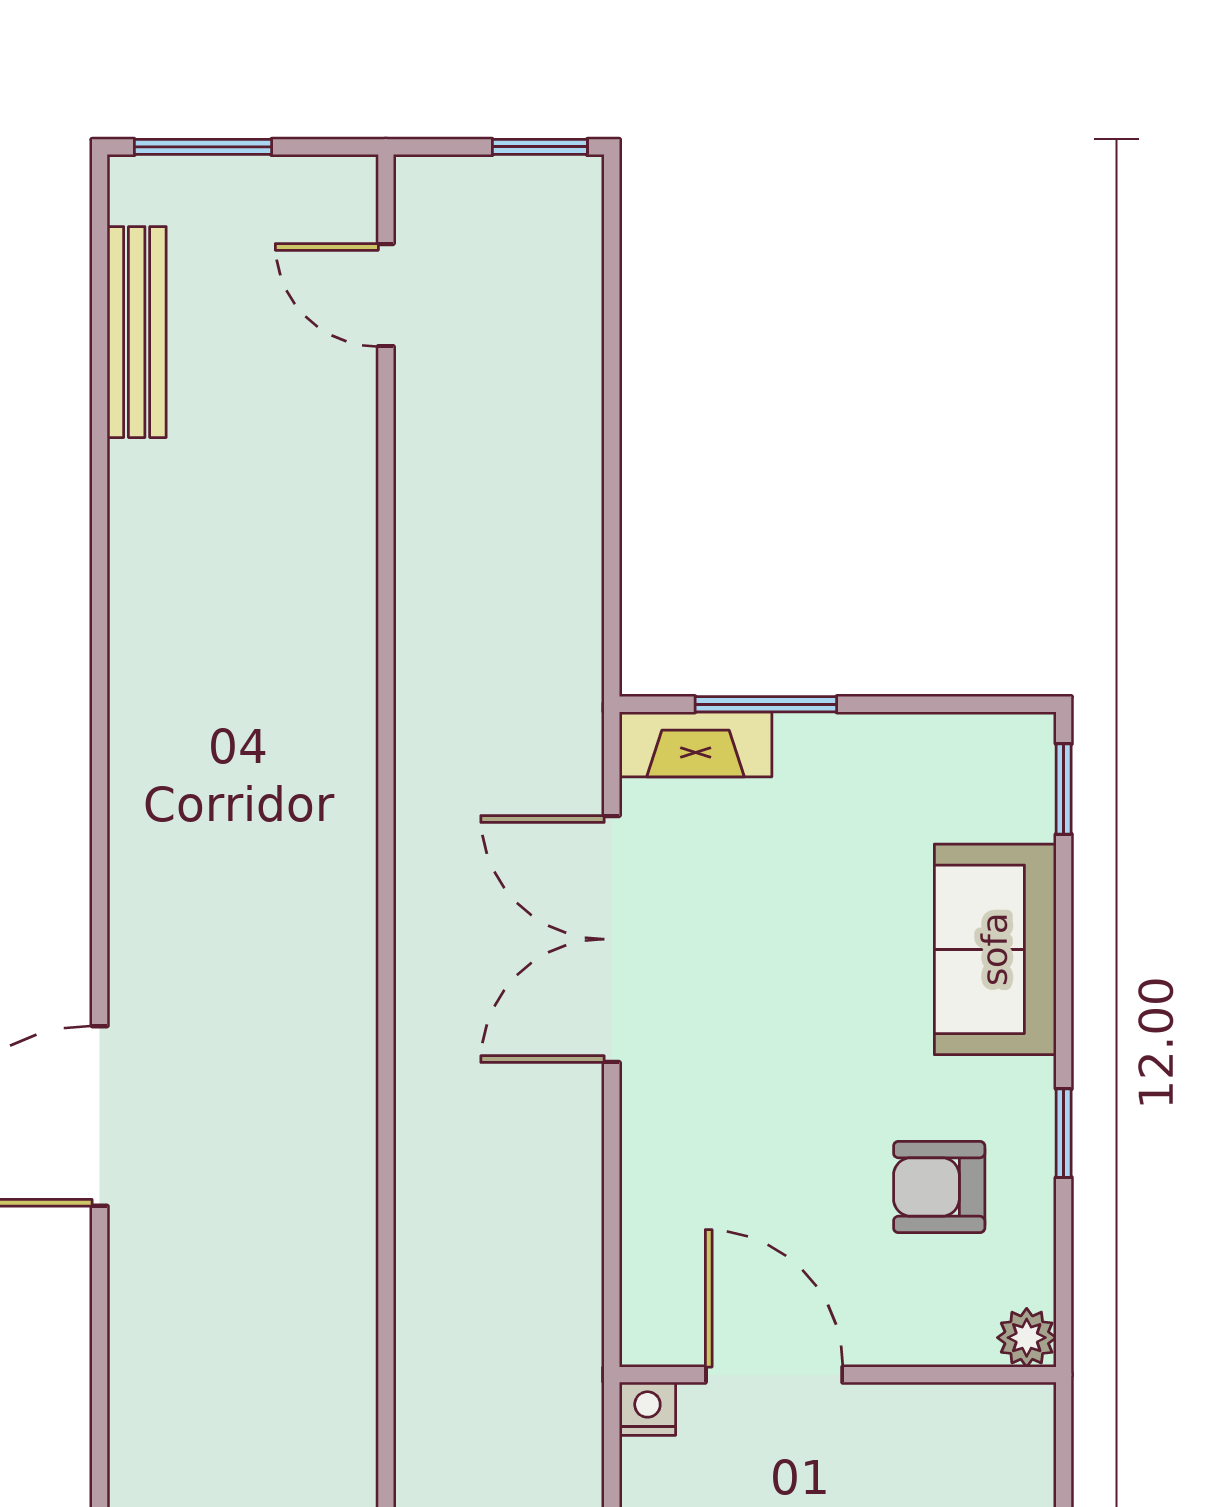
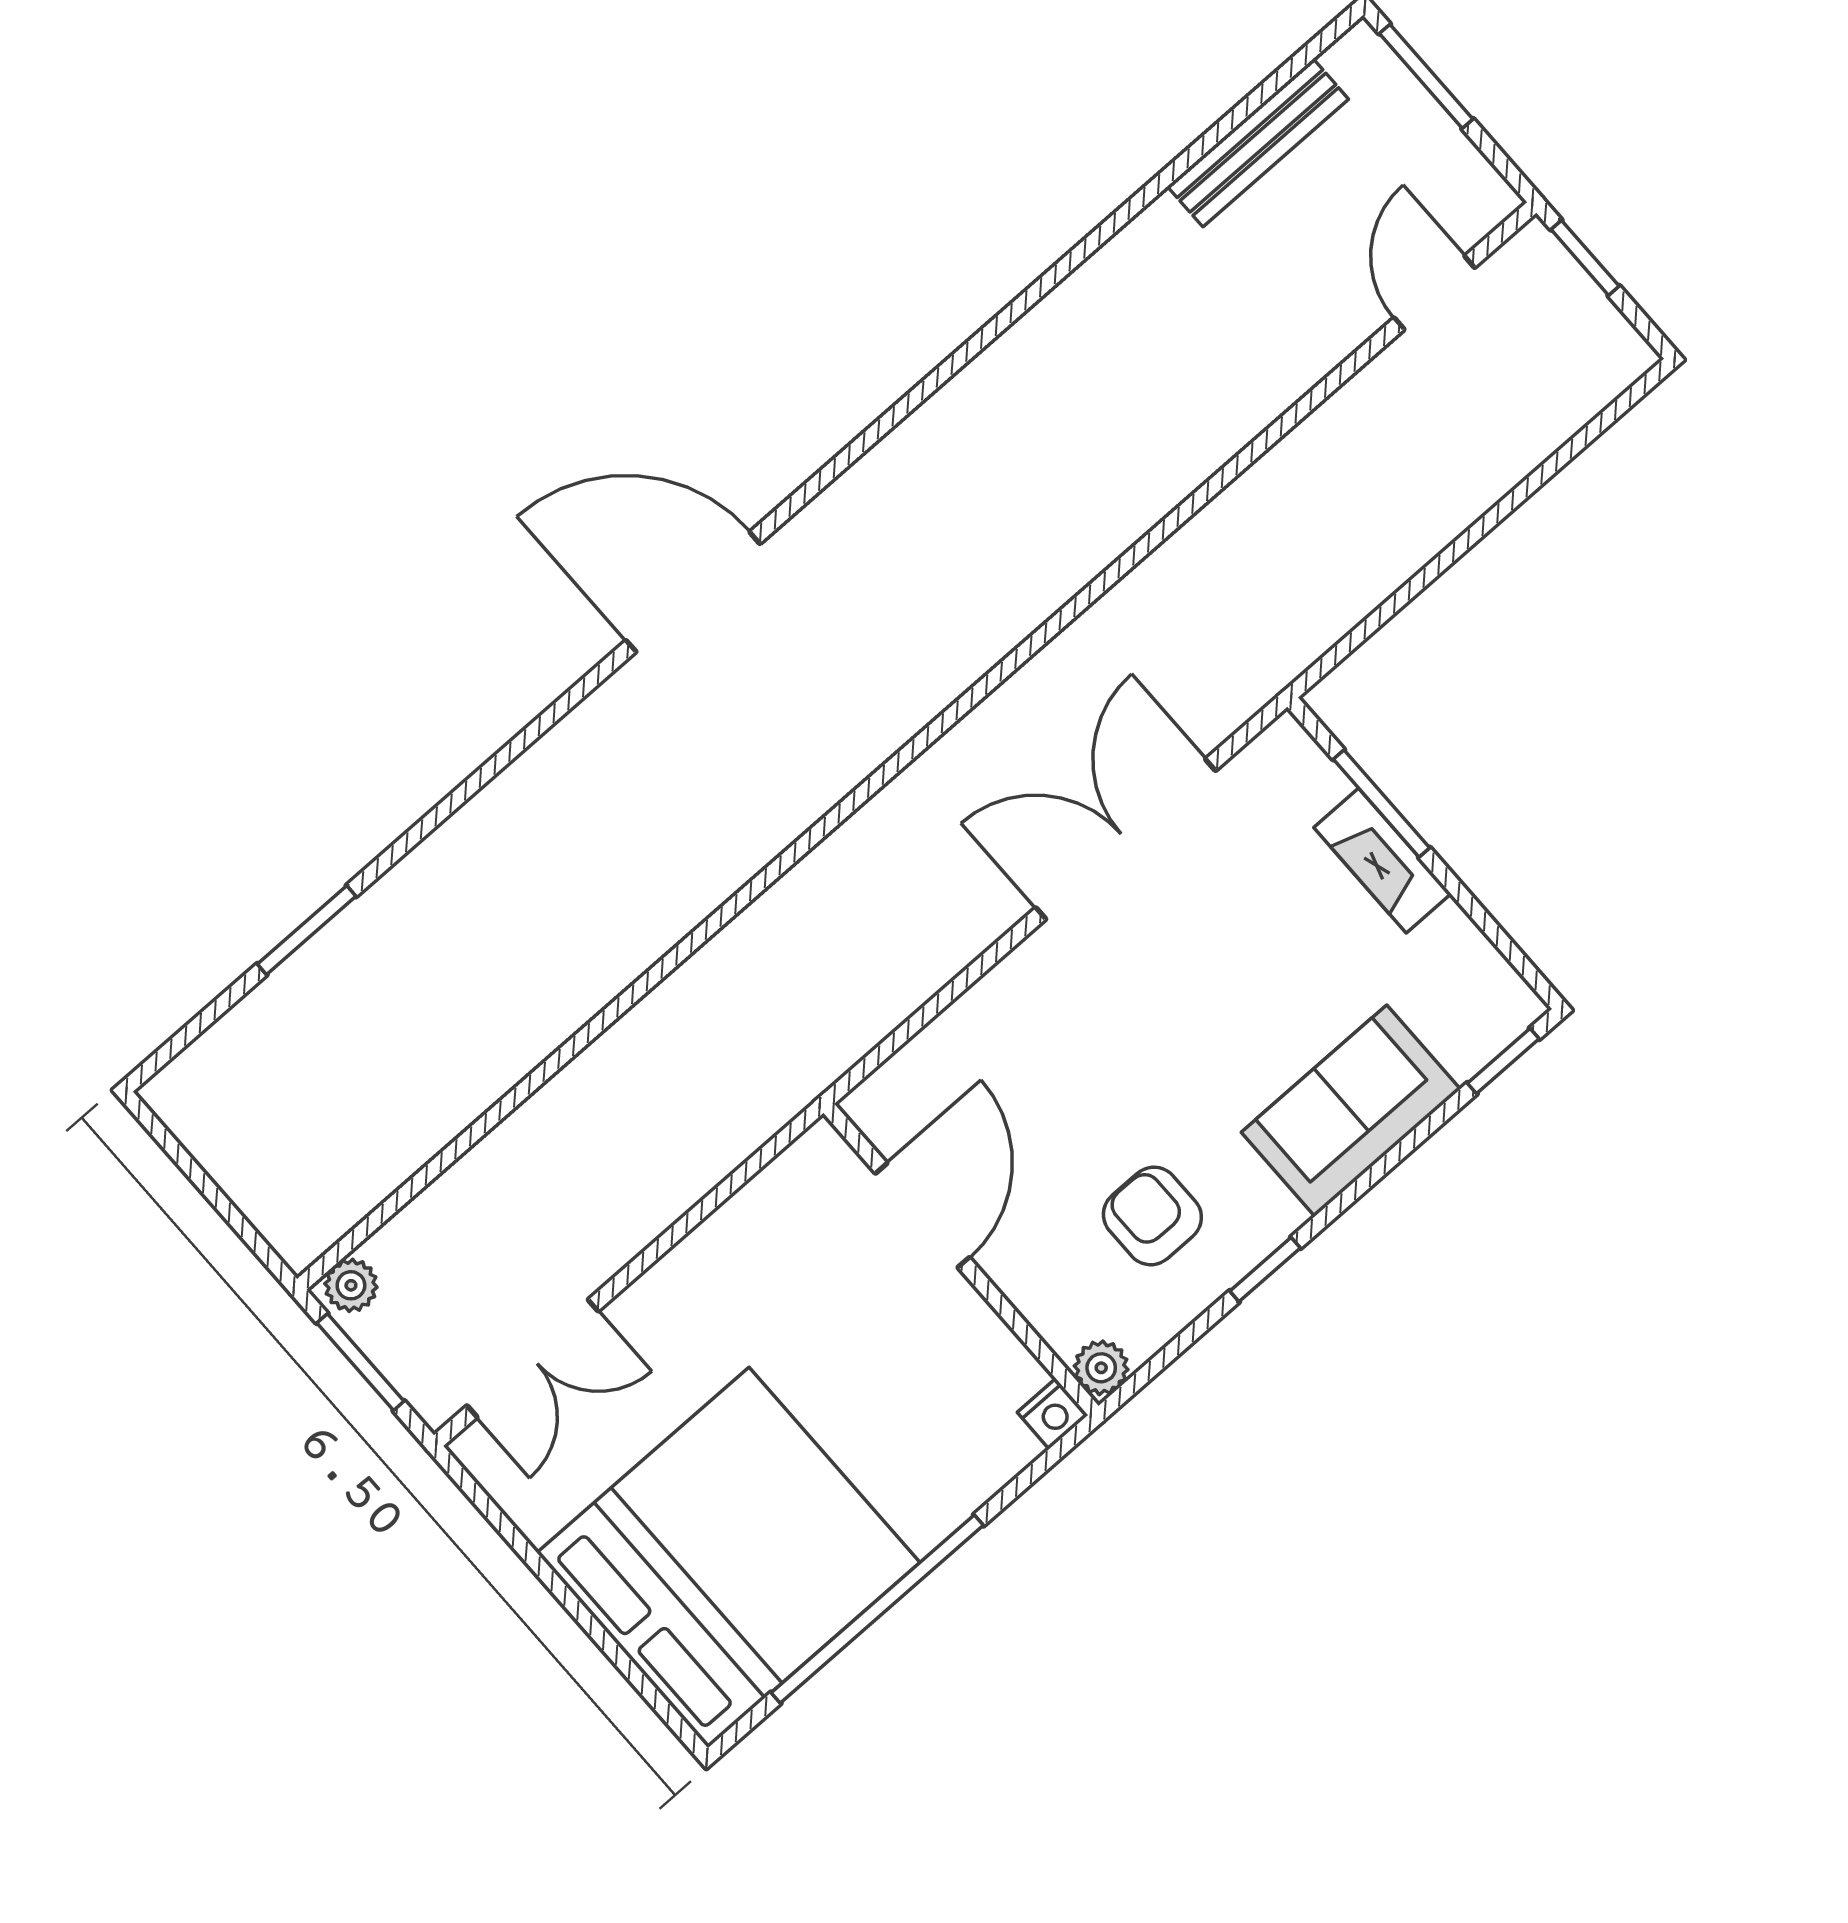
window: (540, 147) -> (1585, 258), moved
fireplace: (696, 744) -> (1382, 861), moved
nightstand: (647, 1409) -> (1053, 1414), moved, turned 90

